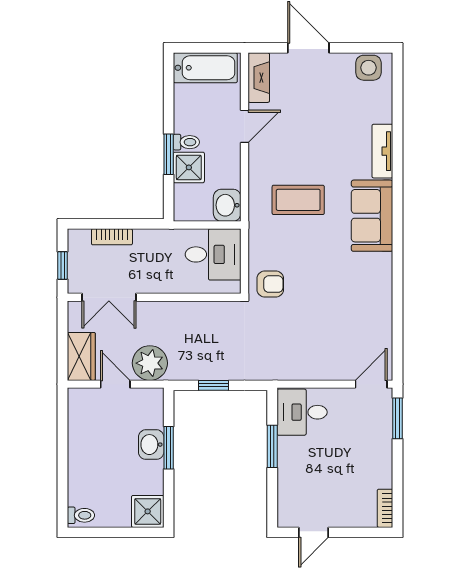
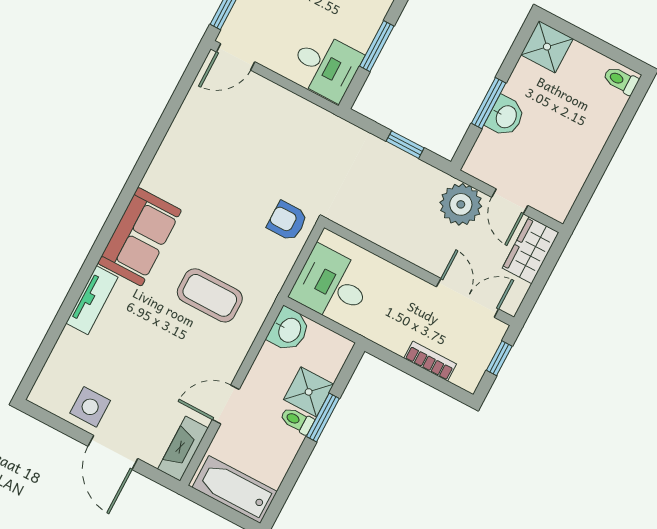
side table: (368, 68) -> (90, 407), moved

